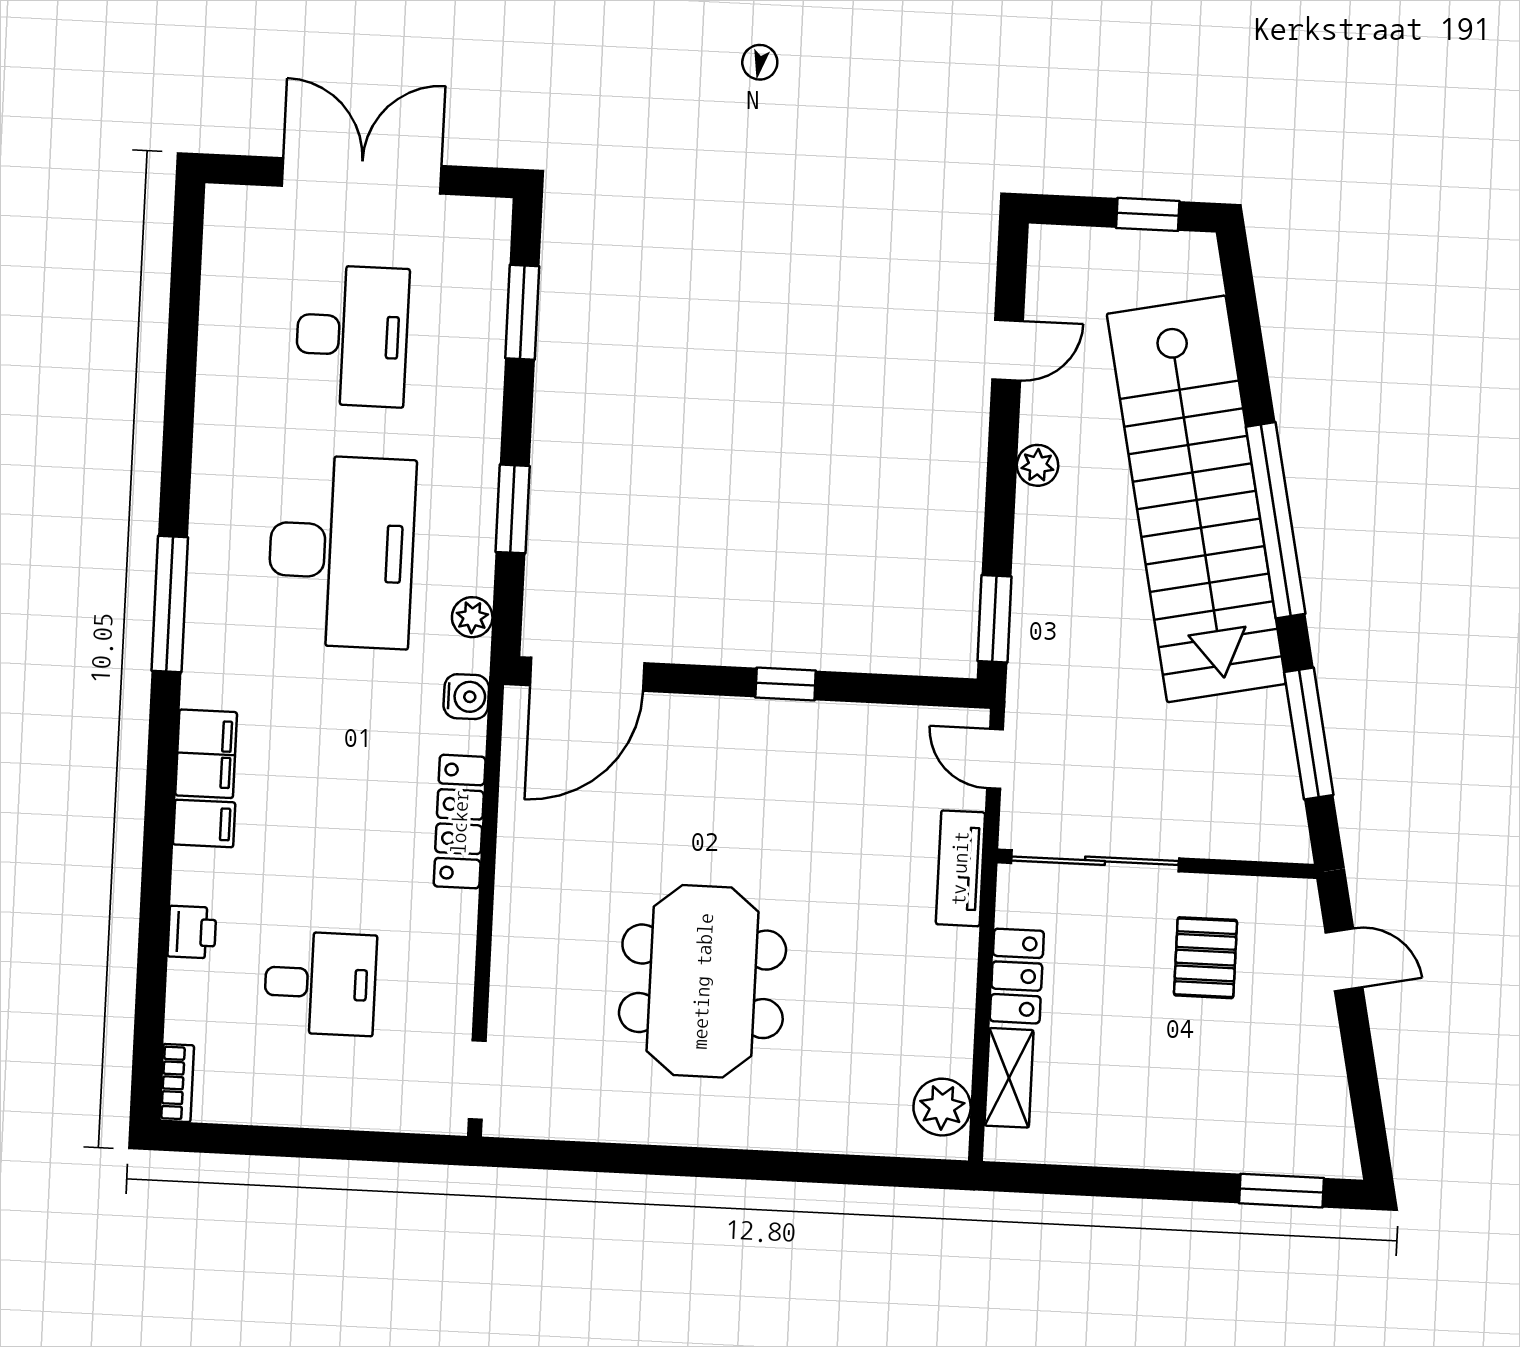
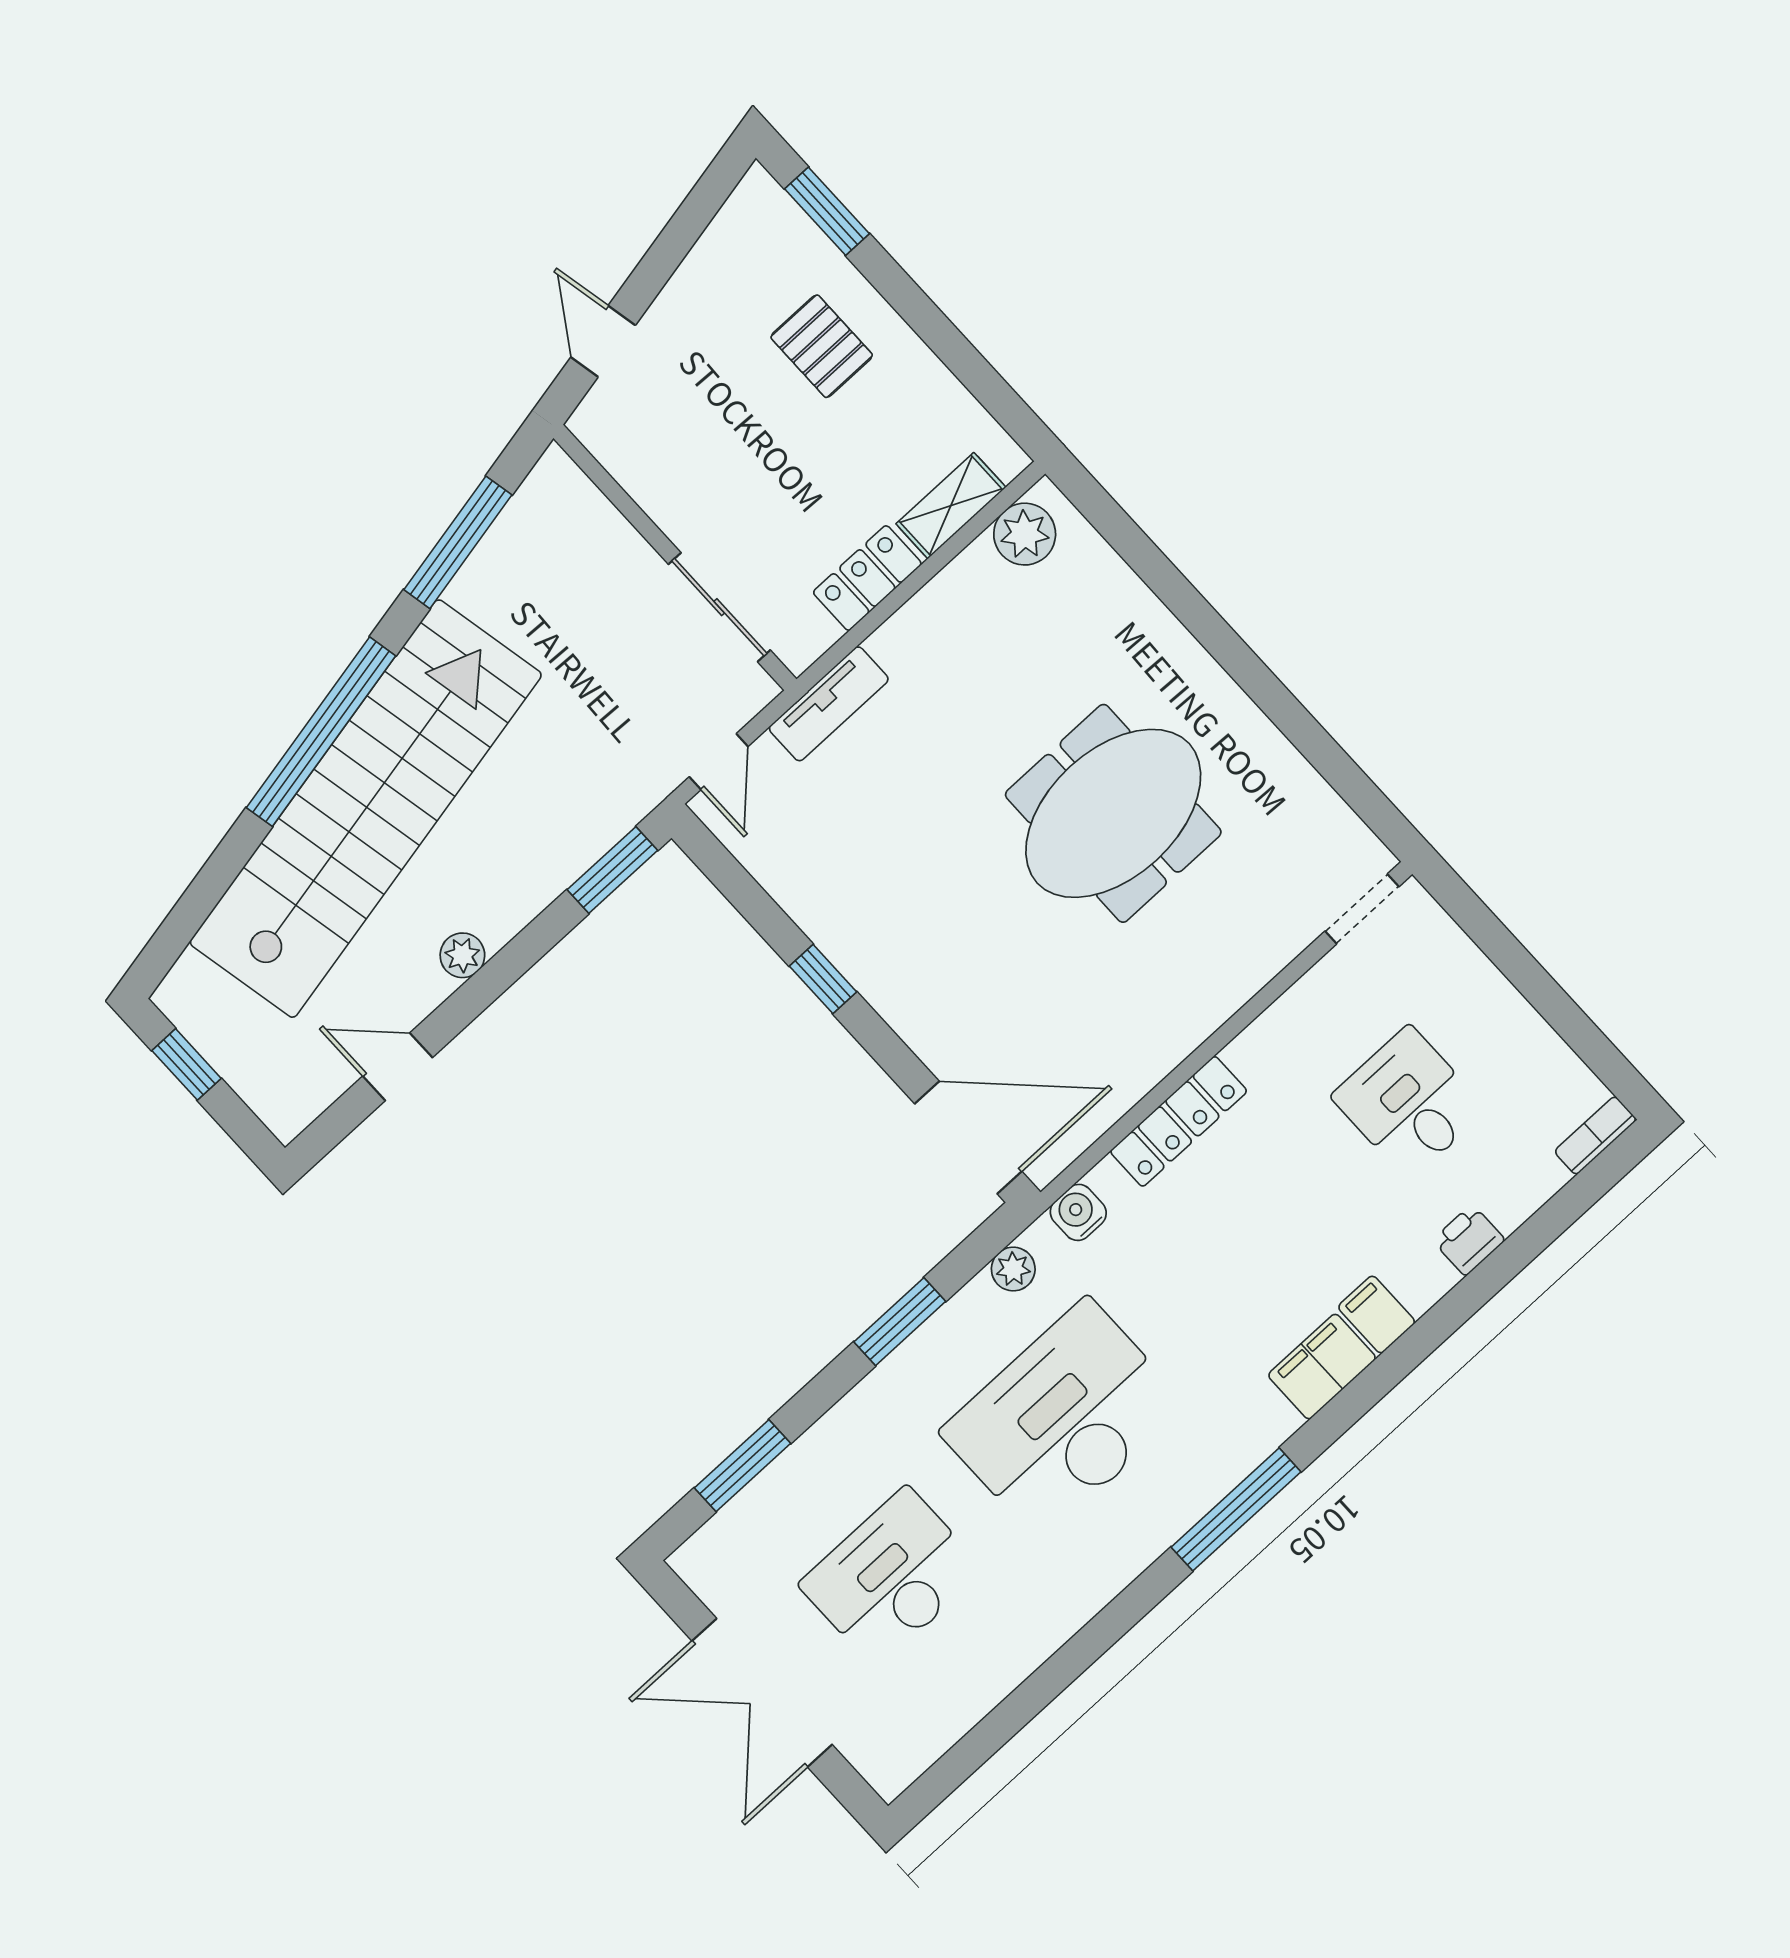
sliding door: (1095, 861) -> (719, 607), width x0.73
pallet: (1205, 958) -> (822, 346), moved, turned 90

